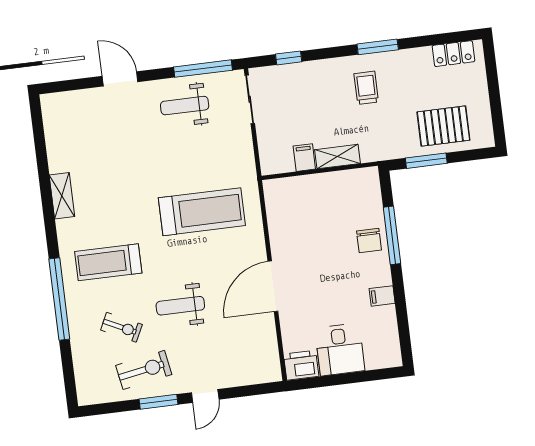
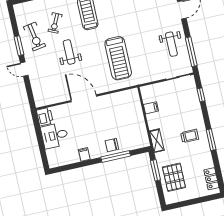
weight bench: (185, 106) -> (171, 44), turned 180
shelving: (338, 157) -> (157, 141), moved

